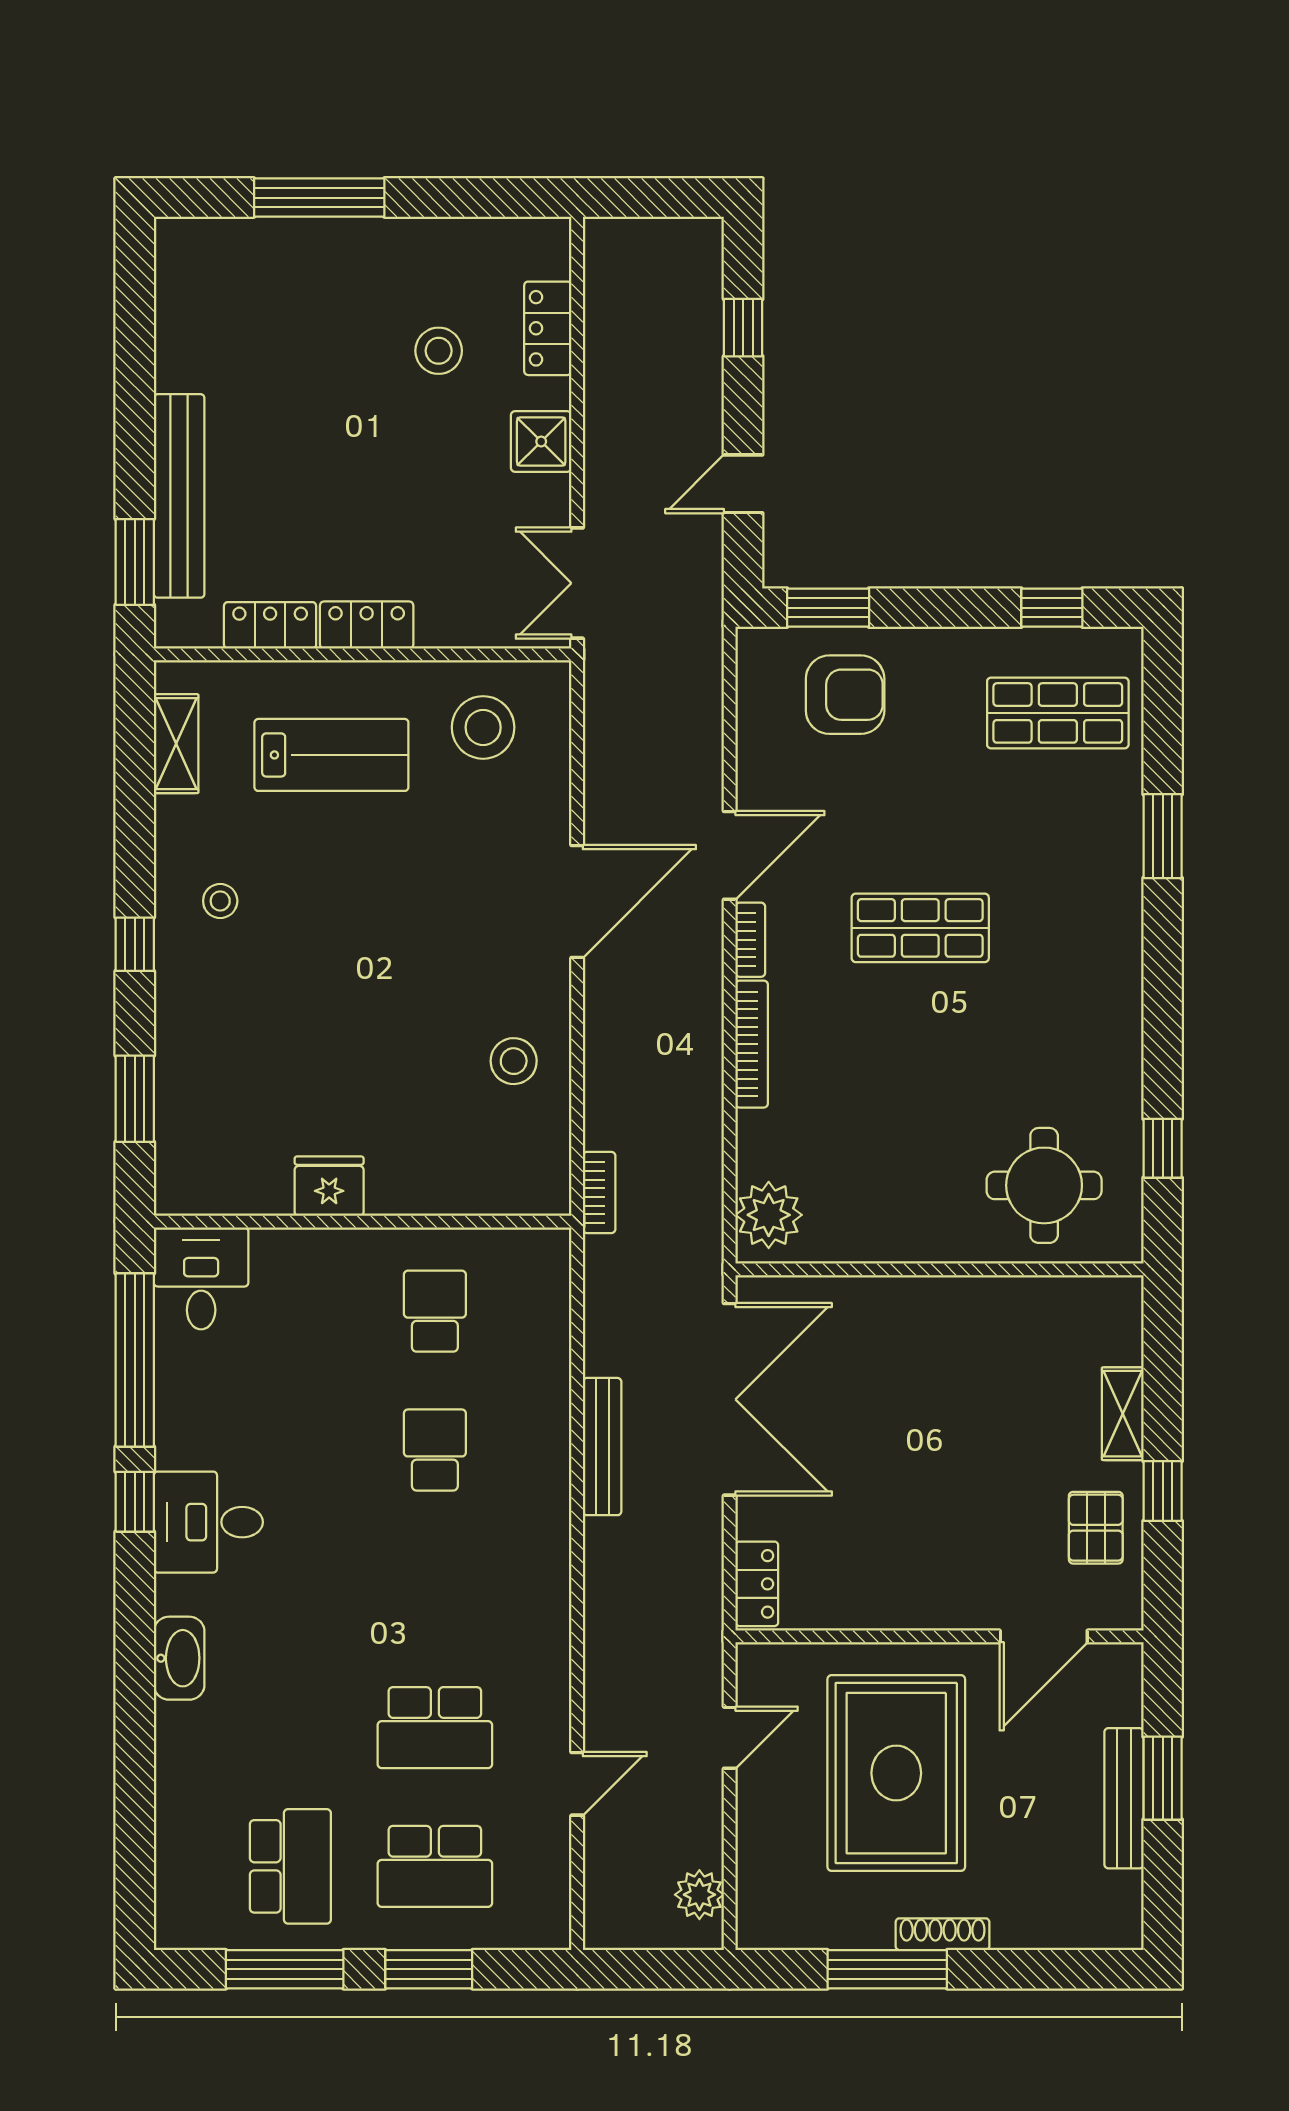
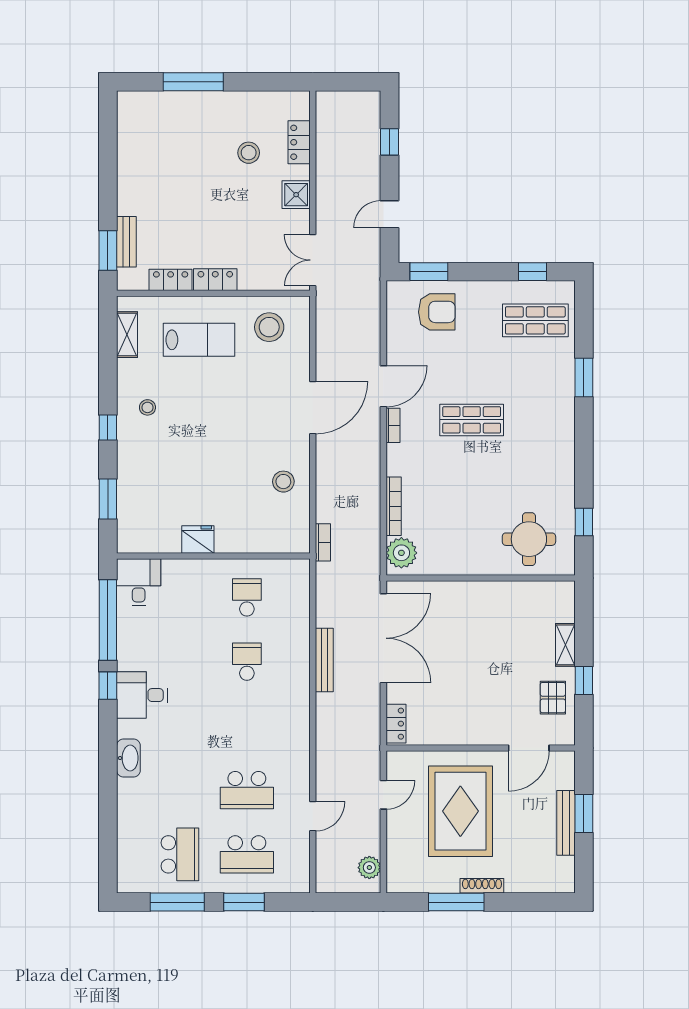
bench: (179, 496) -> (126, 242), width x0.54, depth x0.82
bookcase: (752, 1044) -> (394, 506), moved

